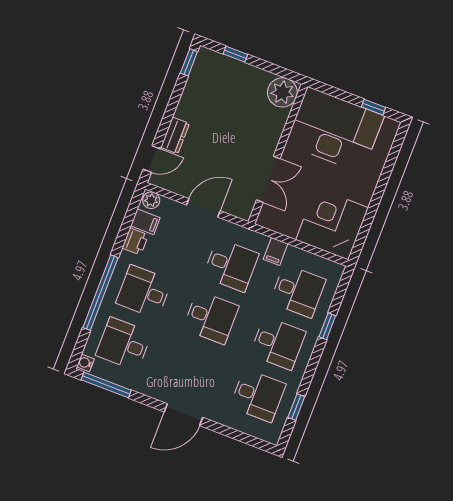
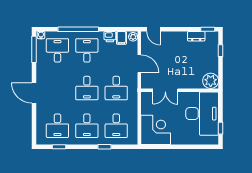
dresser: (175, 135) -> (196, 36), moved
filing cabinet: (276, 251) -> (131, 107), removed

